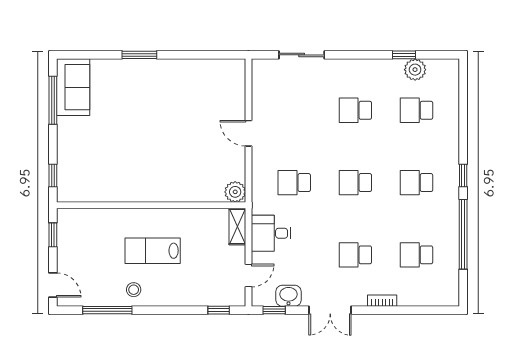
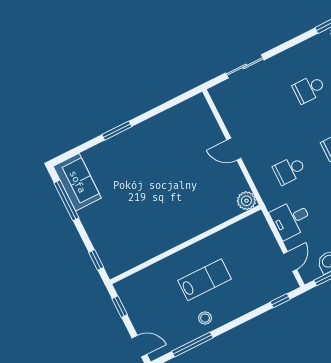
shelving: (237, 226) -> (262, 227), removed
lab bench: (153, 251) -> (205, 280), turned 180

